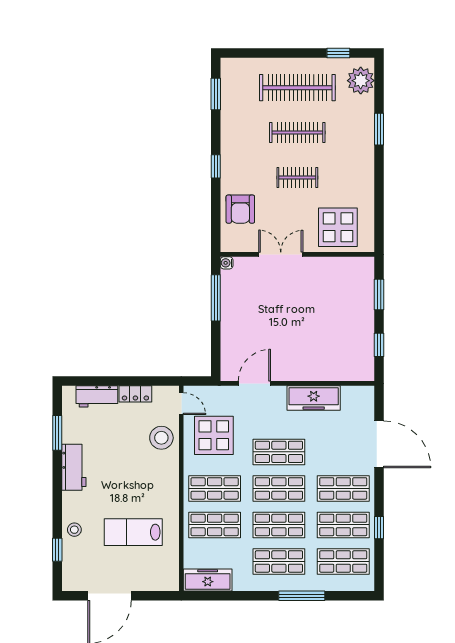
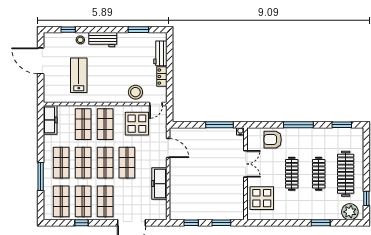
window: (216, 166) -> (298, 125), width x2.17
clothes rail: (297, 177) -> (292, 174), width x1.36
workbench: (74, 467) -> (103, 40), moved

